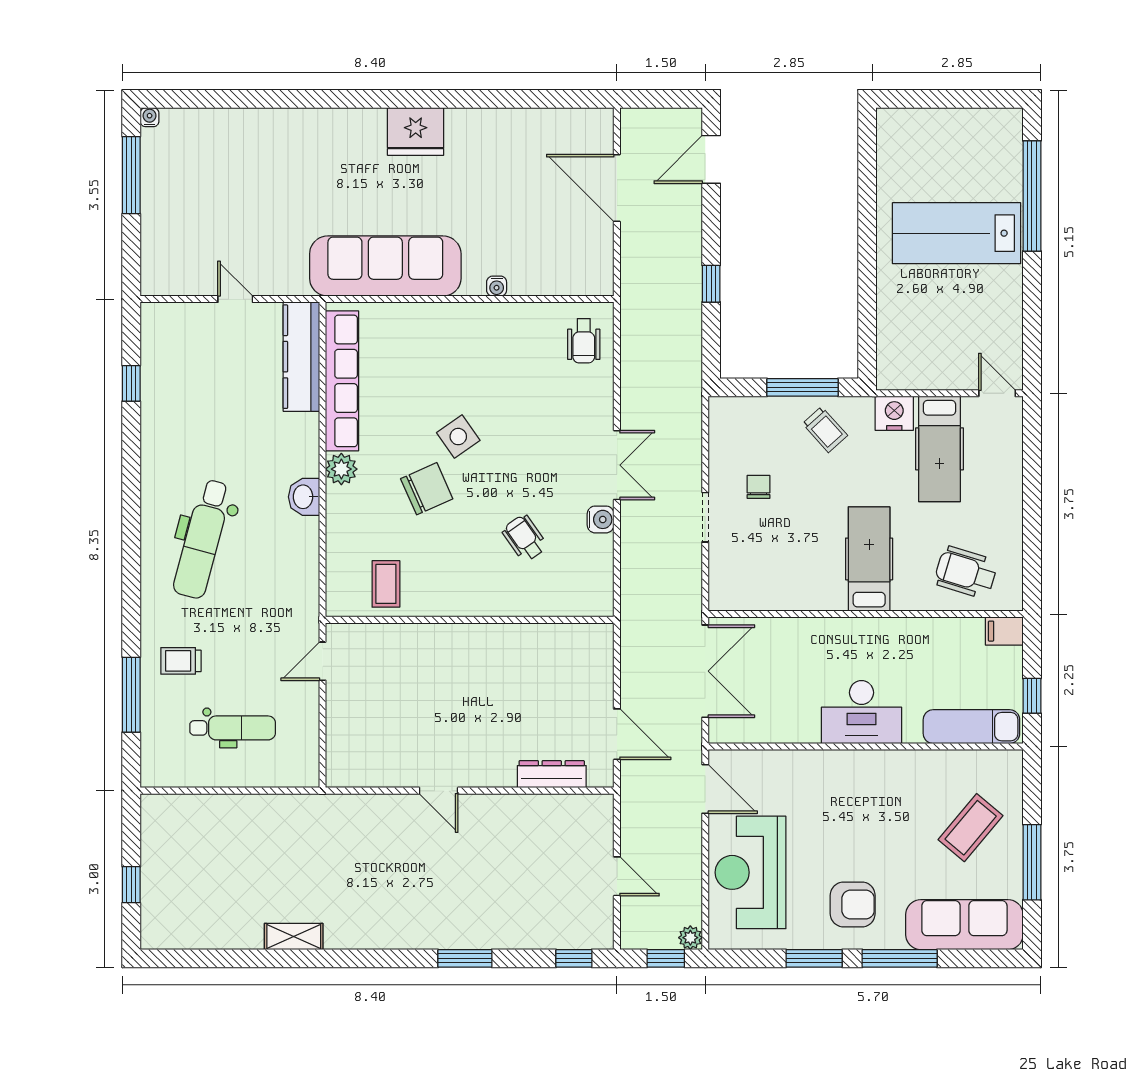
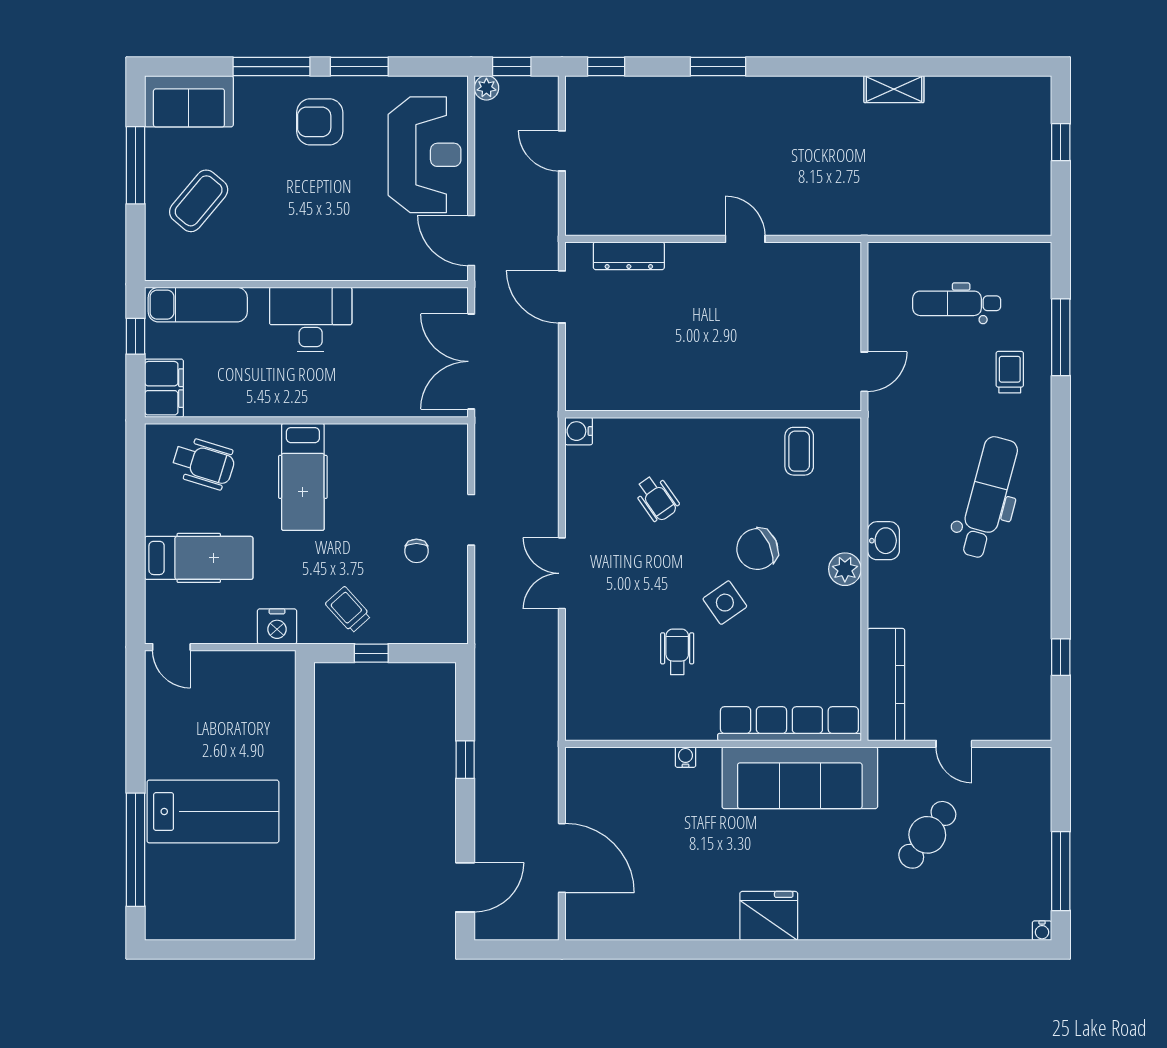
cafe table: (261, 210) -> (927, 835), added
wheelchair: (584, 341) -> (677, 652), moved
row of seats: (342, 381) -> (789, 724), moved, turned 90
window: (802, 387) -> (371, 653), width x0.46
hospital bed: (939, 449) -> (199, 558), moved, turned 90
water cooler: (601, 519) -> (579, 431), moved
filing cabinet: (1004, 631) -> (164, 388), width x2.00
trolley: (181, 661) -> (1010, 372), turned -90
sofa: (964, 925) -> (189, 101), width x0.73

